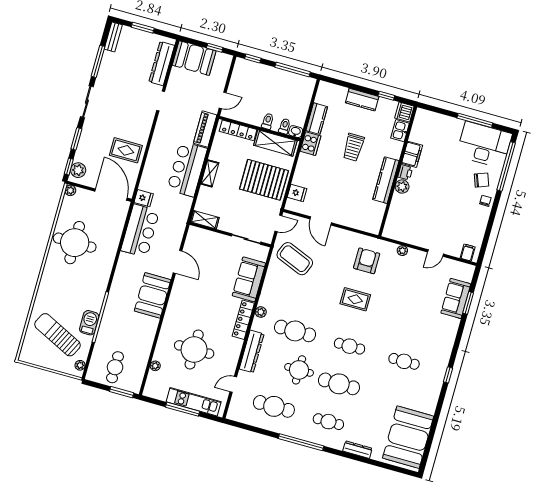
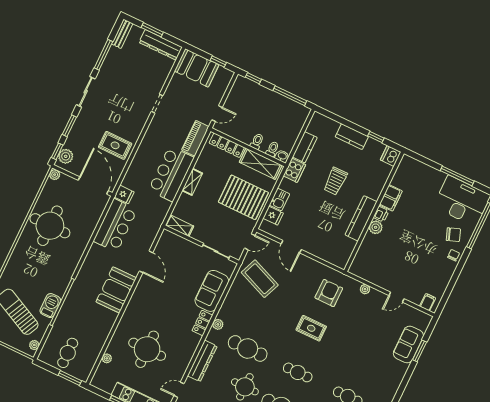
dresser: (162, 64) -> (161, 45), moved, turned -90
kitchen sink: (400, 131) -> (279, 199), moved, turned 180
locker: (243, 320) -> (202, 323), width x0.66

